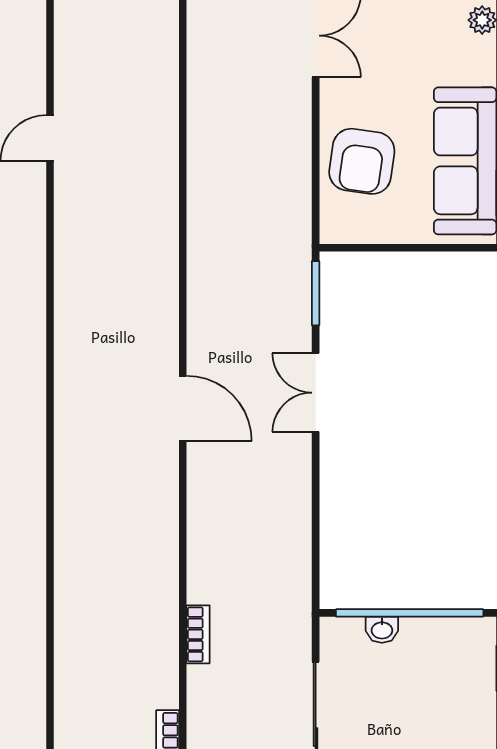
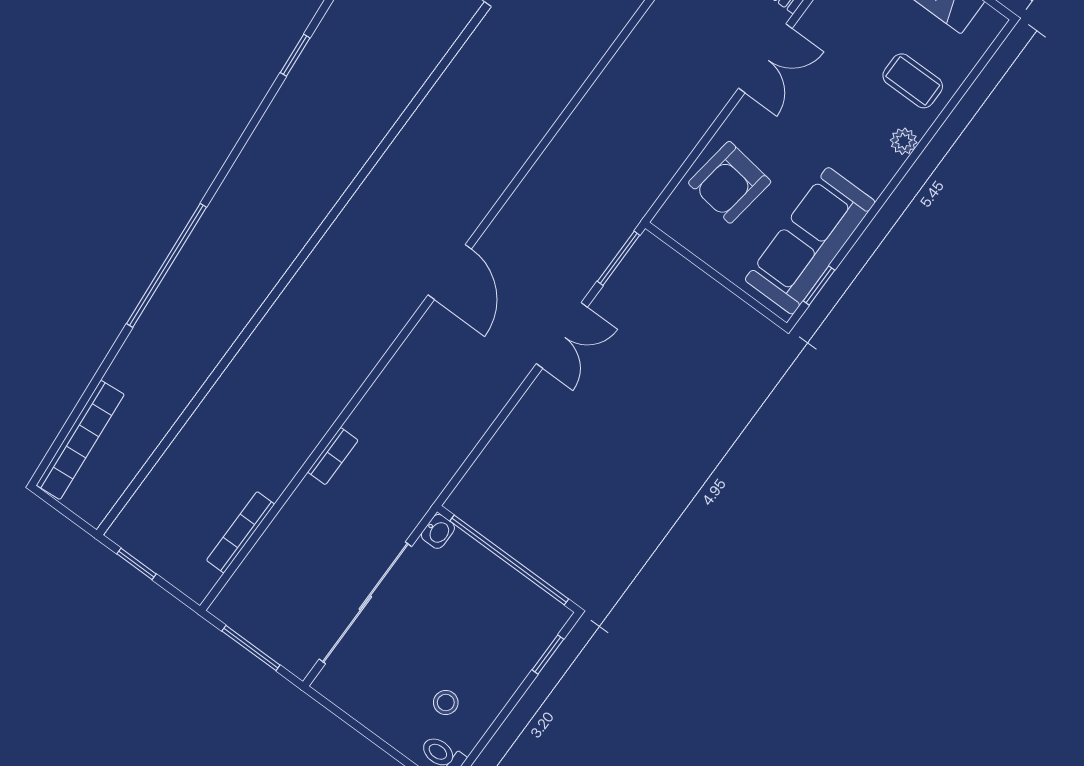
double door: (316, 393) -> (562, 335), swing flipped
washbasin: (382, 630) -> (438, 531), moved, turned -90

